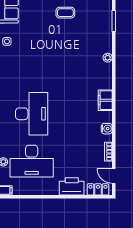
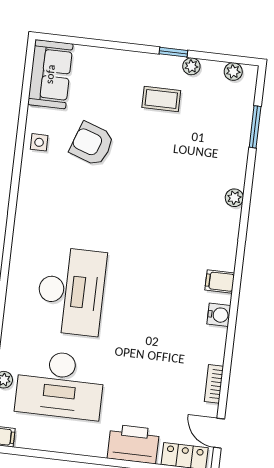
armchair: (33, 39) -> (92, 144), added
filing cabinet: (105, 100) -> (220, 281), width x0.50
water cooler: (107, 129) -> (219, 315), moved

